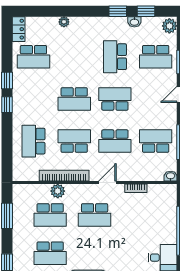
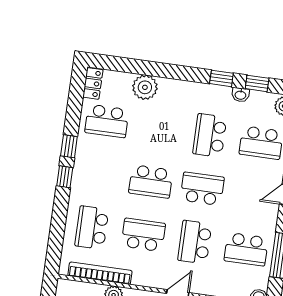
plant: (64, 22) -> (145, 87), width x1.88, depth x1.88
school desk: (115, 141) -> (195, 242), turned 90
school desk: (156, 141) -> (246, 249), turned 180
bookcase: (64, 176) -> (100, 273), moved

